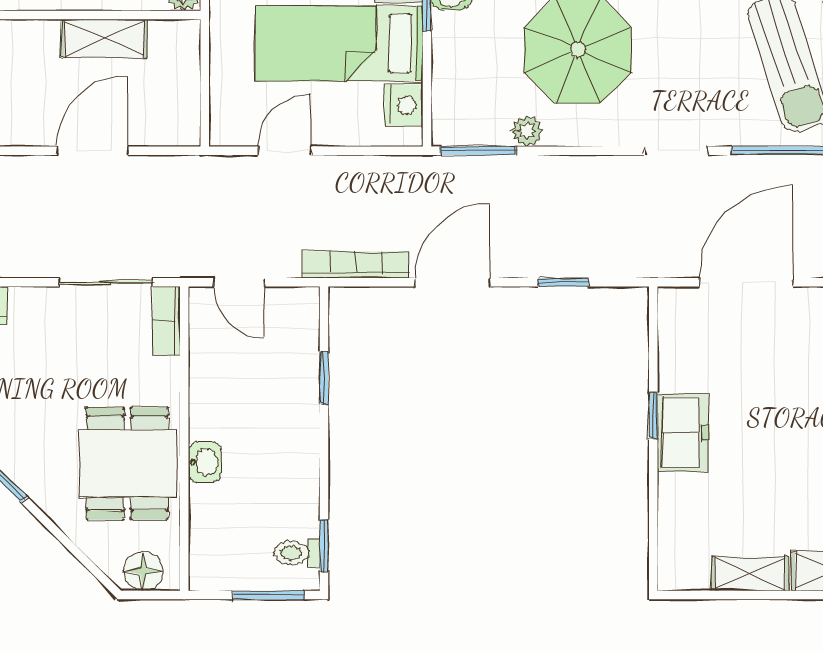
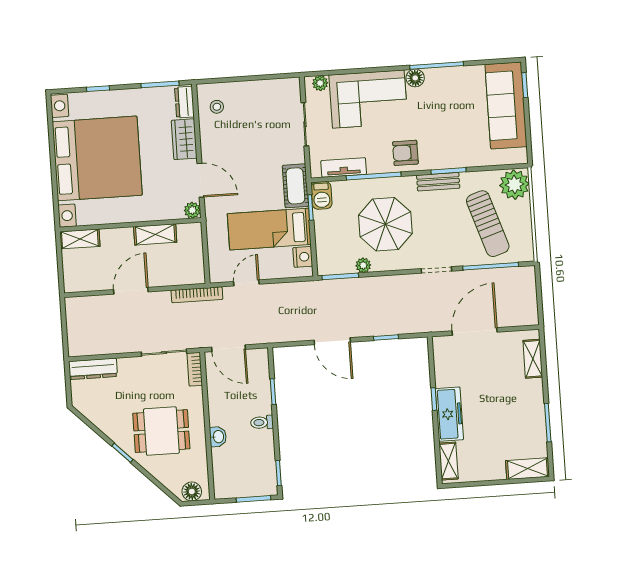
door: (93, 151) -> (131, 291), moved
bookcase: (355, 265) -> (197, 295), moved, turned 180
door: (239, 282) -> (229, 348), width x1.38
door: (453, 282) -> (332, 341), swing flipped
freezer: (683, 433) -> (449, 414), width x1.40
dining table: (127, 463) -> (161, 431), moved, turned 90
toilet: (297, 553) -> (262, 422), moved
shelving: (750, 574) -> (449, 461), moved, turned 90

